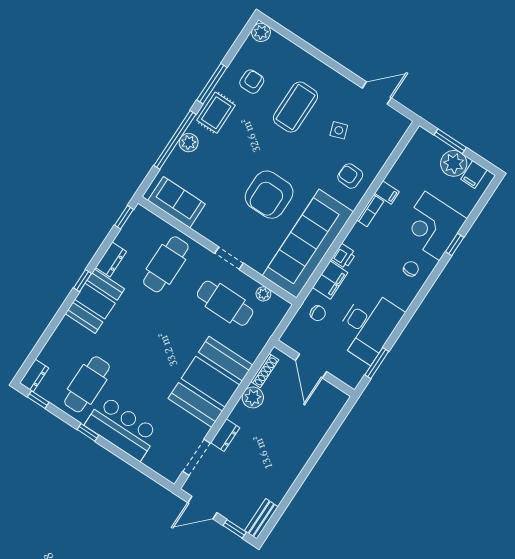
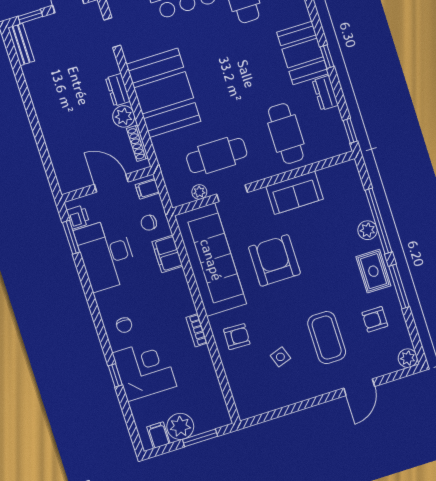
armchair: (252, 82) -> (375, 319), turned 90
door: (377, 93) -> (359, 387), moved
filing cabinet: (387, 192) -> (147, 189), moved
sofa: (177, 202) -> (295, 193), moved
printer: (344, 256) -> (78, 217), moved, turned 180
doorway: (229, 258) -> (232, 193), moved
dresser: (225, 435) -> (118, 90), moved
doorway: (197, 457) -> (112, 33), width x0.73

